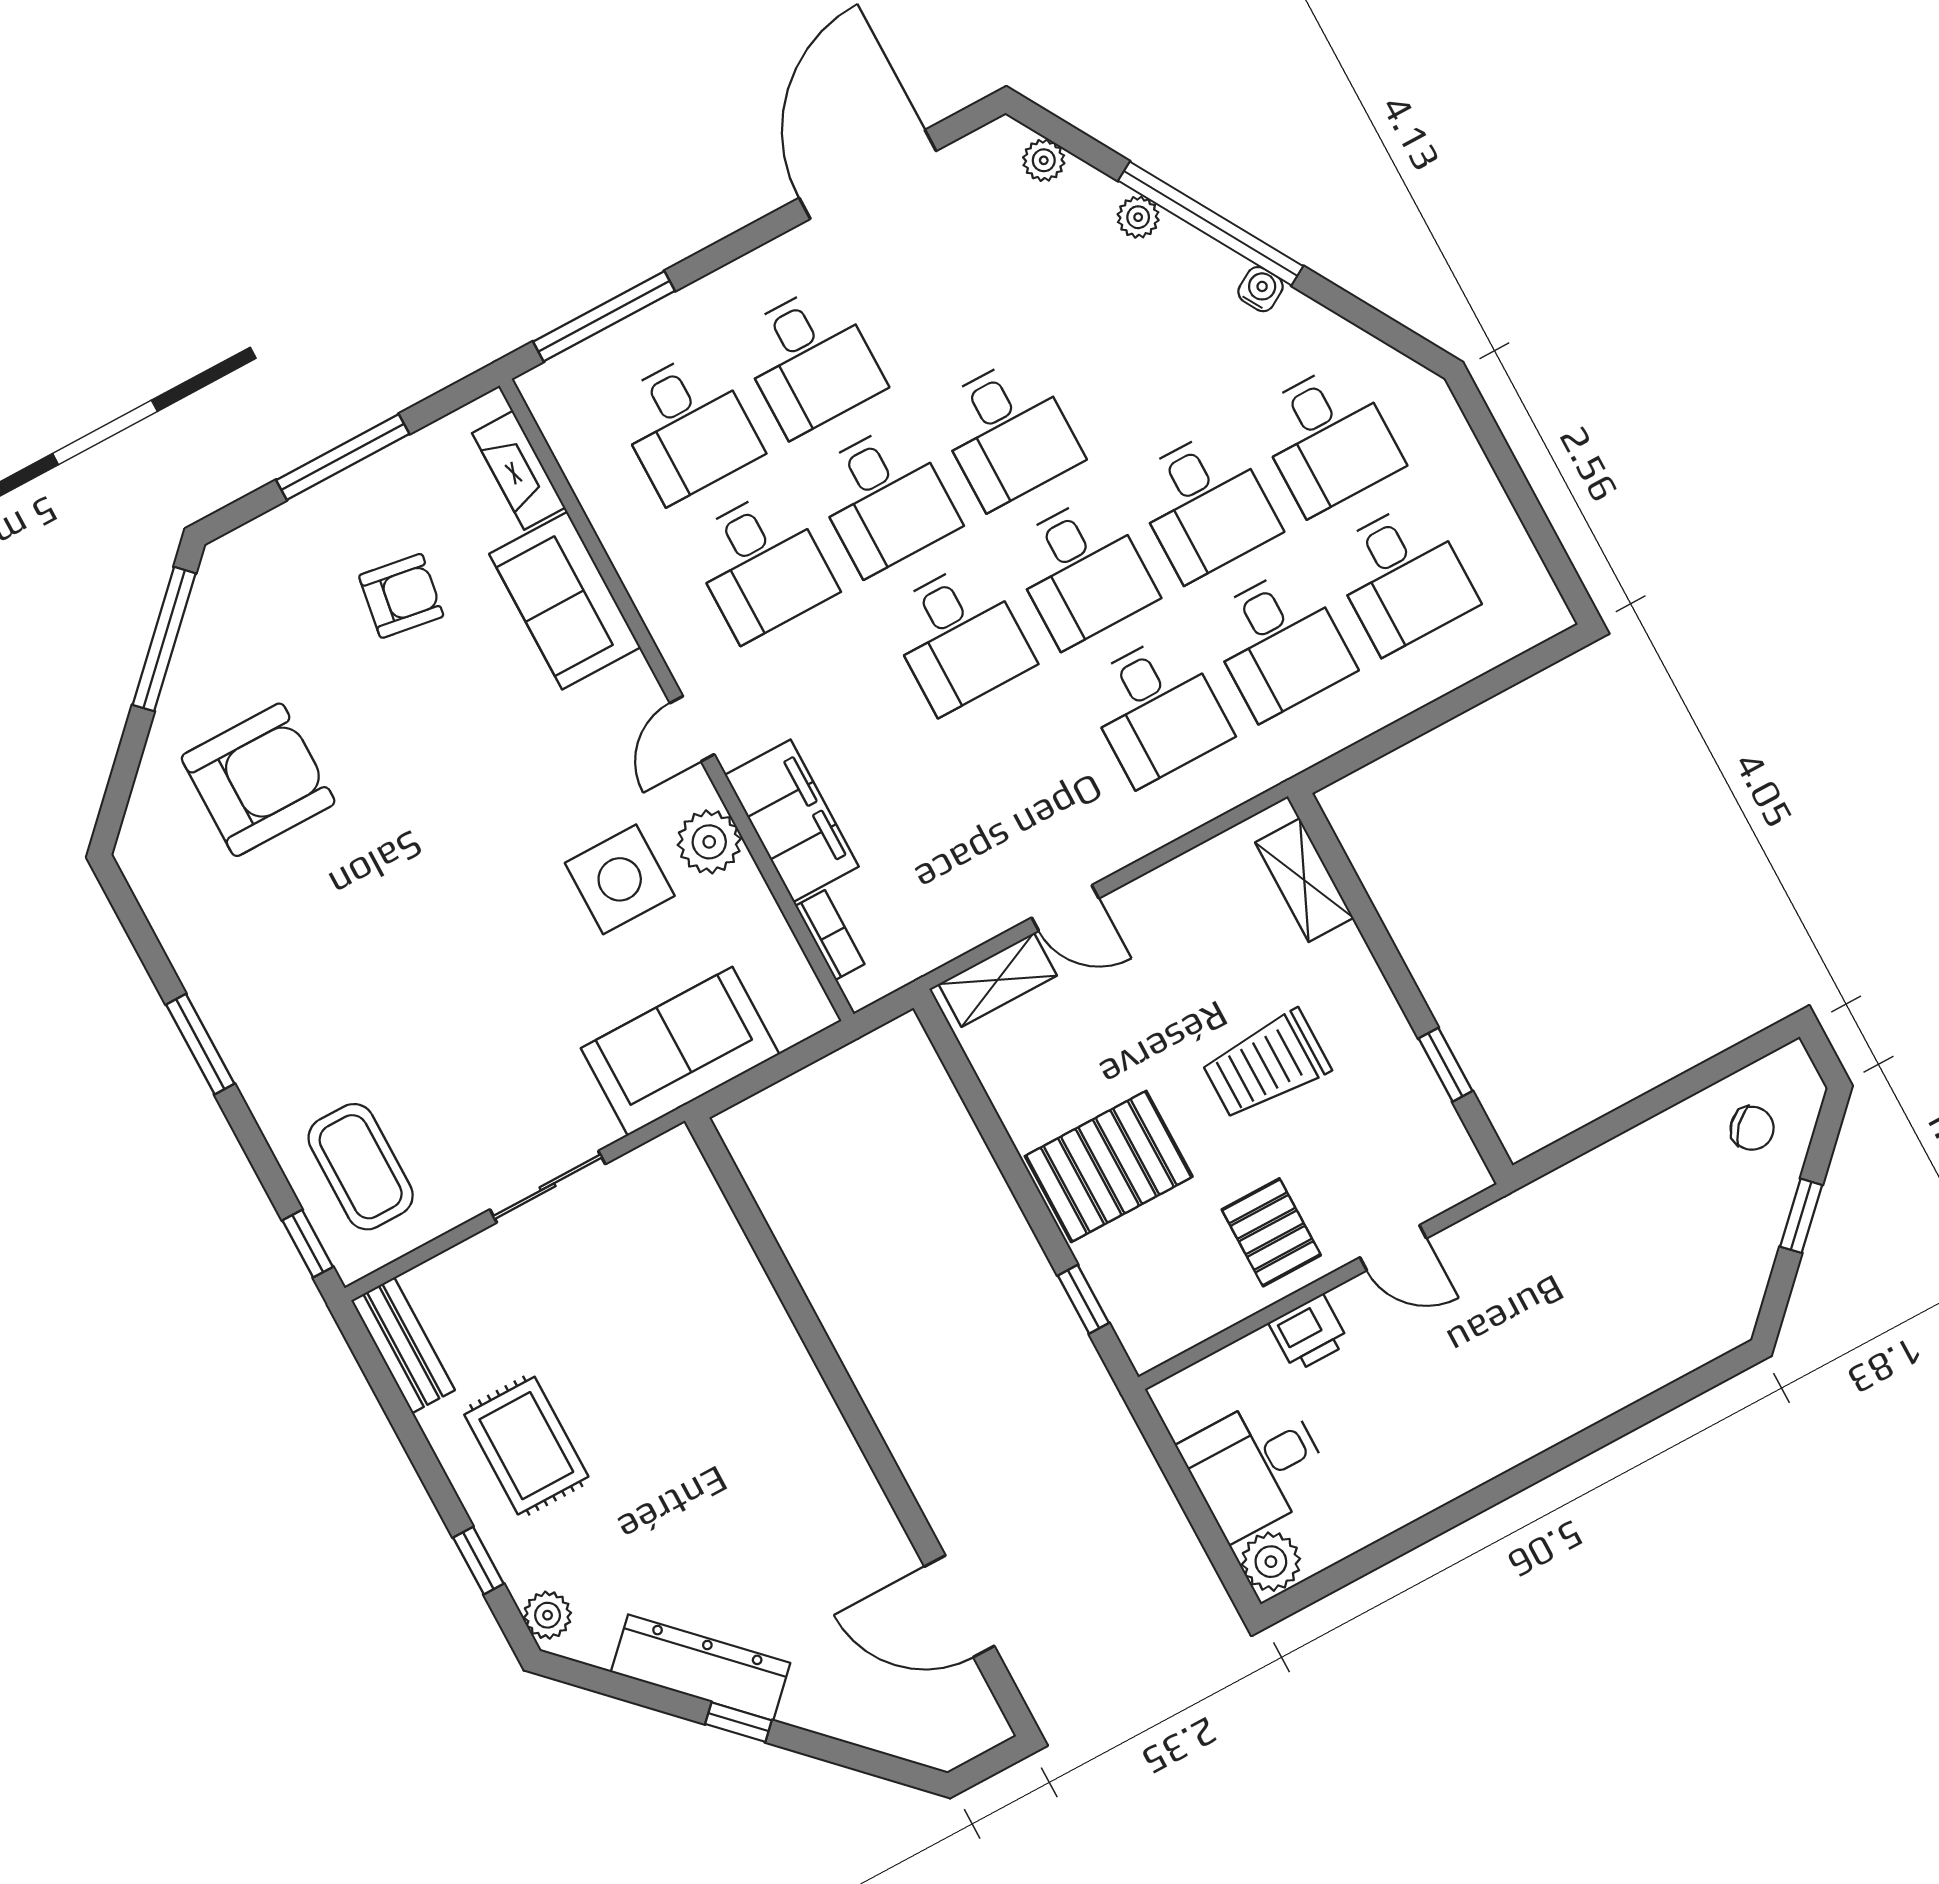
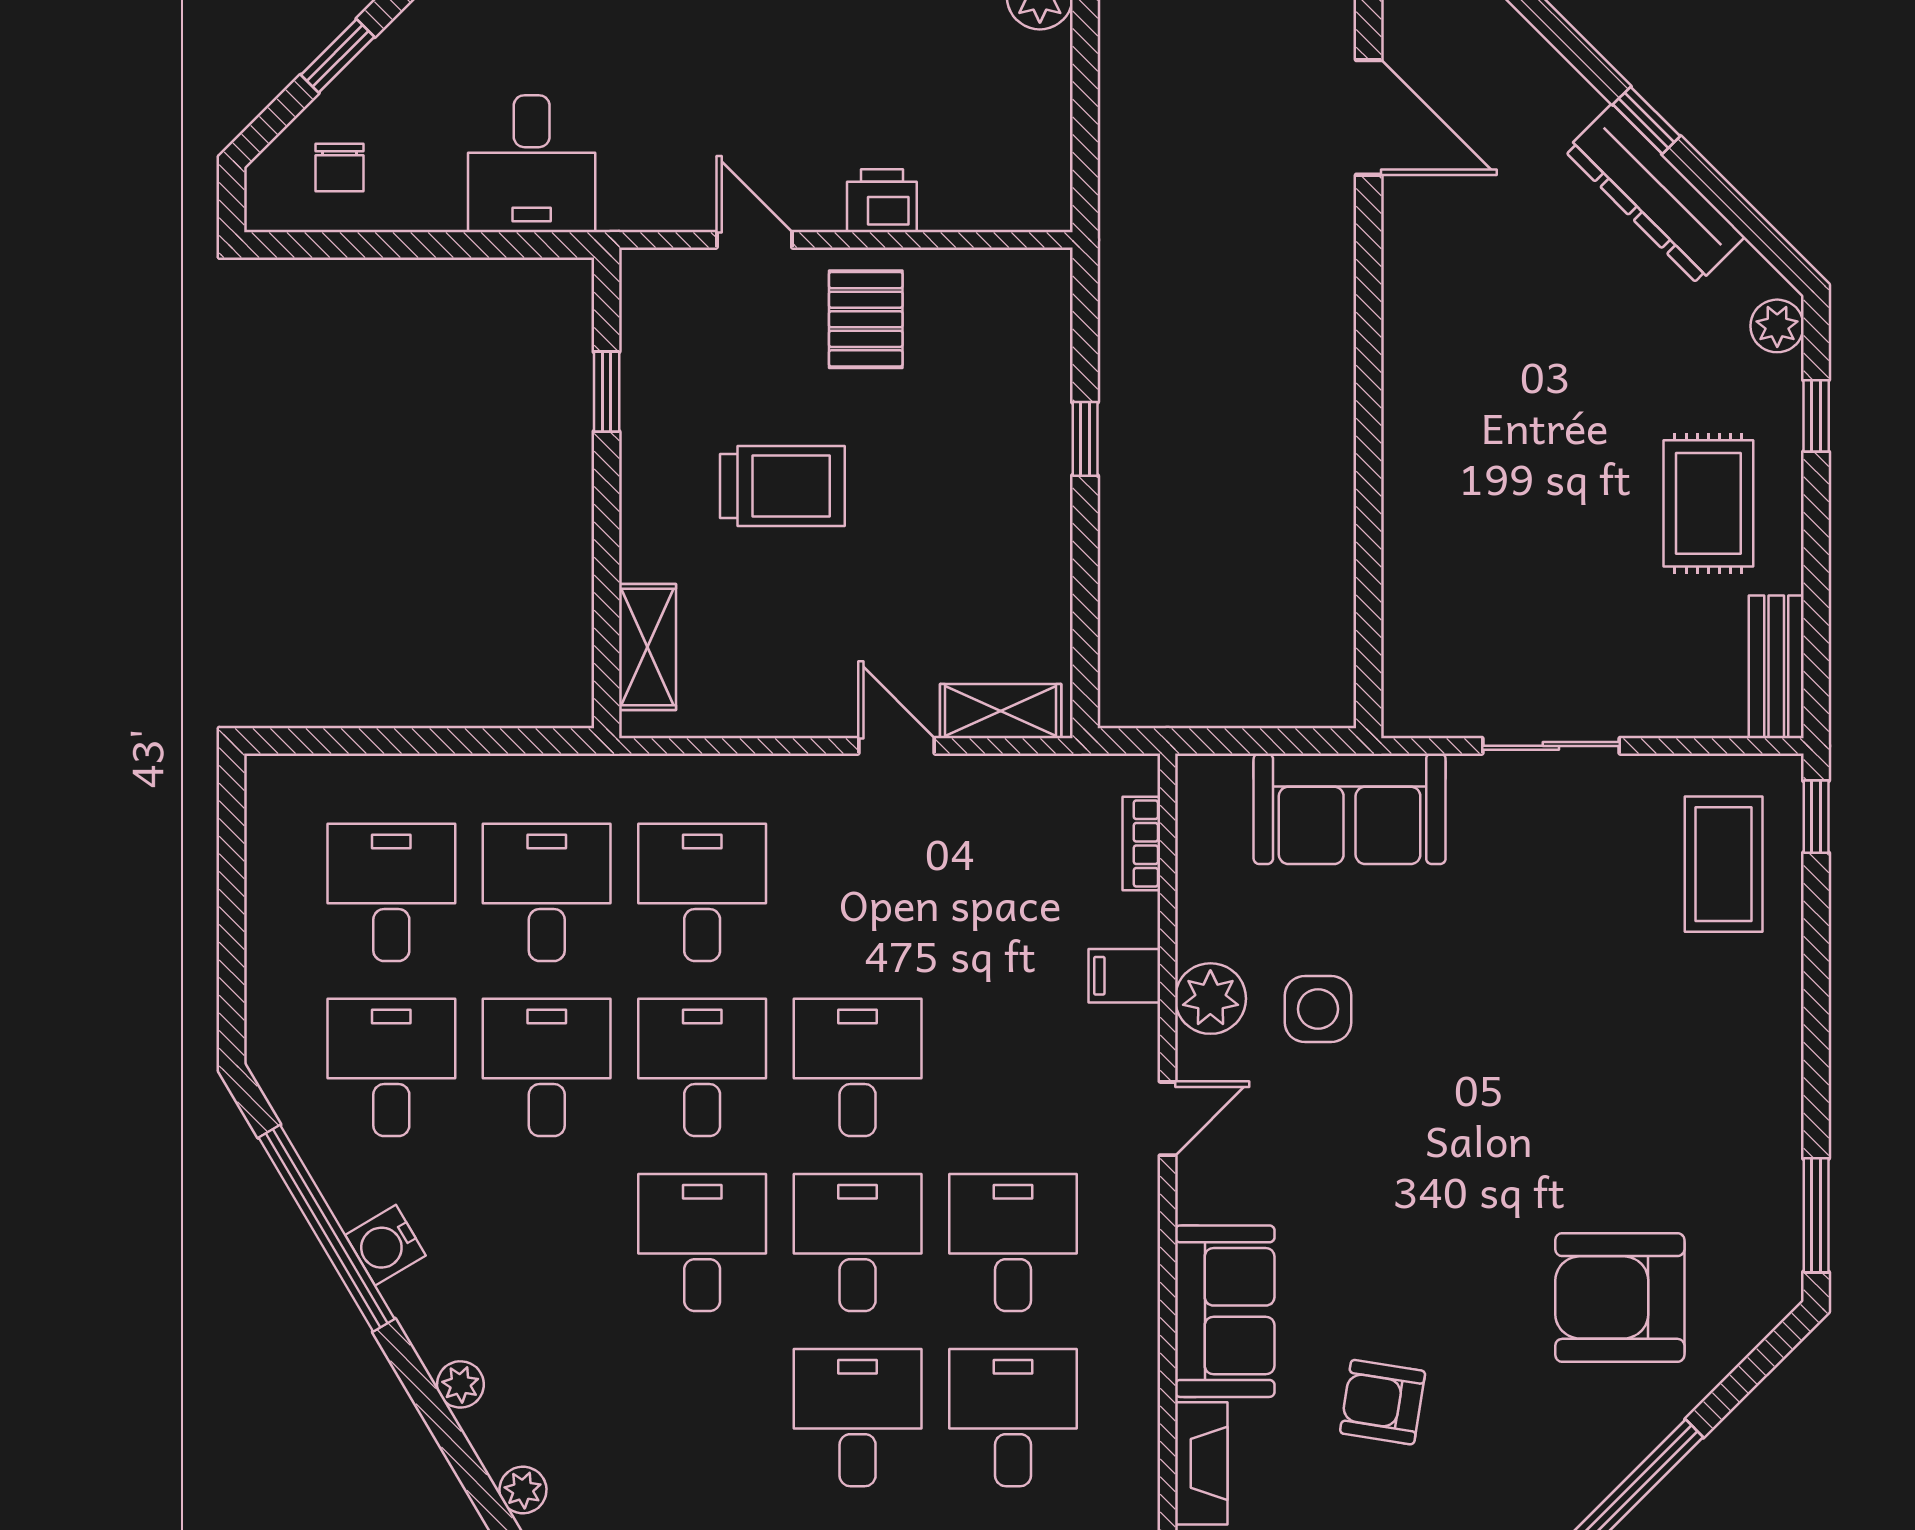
window: (1211, 223) -> (327, 1228), moved
water cooler: (1261, 289) -> (386, 1245), width x1.38, depth x1.38
filing cabinet: (792, 821) -> (1124, 976), width x0.33, depth x0.86
side table: (620, 879) -> (1318, 1009), width x0.73, depth x0.73
window: (200, 1044) -> (1816, 1215), moved
chair: (1752, 1128) -> (340, 168), turned -133
pallet: (1109, 1166) -> (990, 470), removed
window: (1083, 1299) -> (1085, 439), moved
desk: (1256, 1466) -> (532, 164), moved, turned 90

